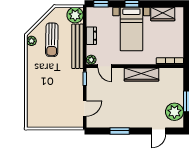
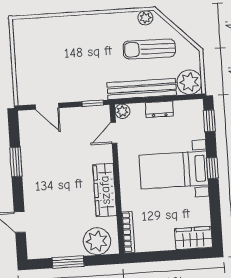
wardrobe: (163, 14) -> (193, 238), moved, turned 90
plant: (174, 112) -> (97, 241), moved

